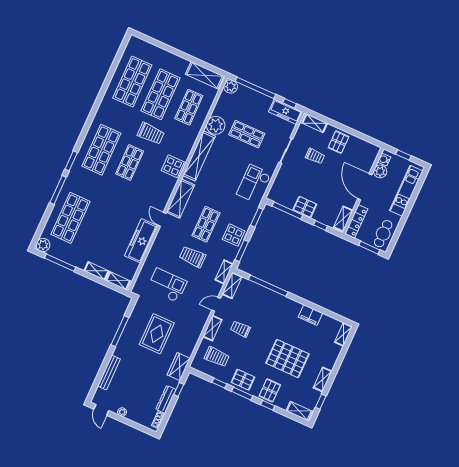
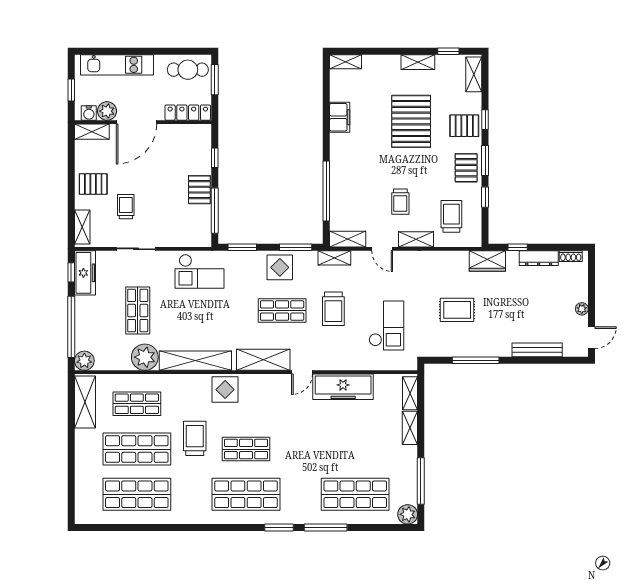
shelving: (343, 219) -> (92, 132), moved
checkout: (167, 285) -> (386, 325), turned 180
rug: (157, 334) -> (457, 310), width x0.73, depth x0.70

